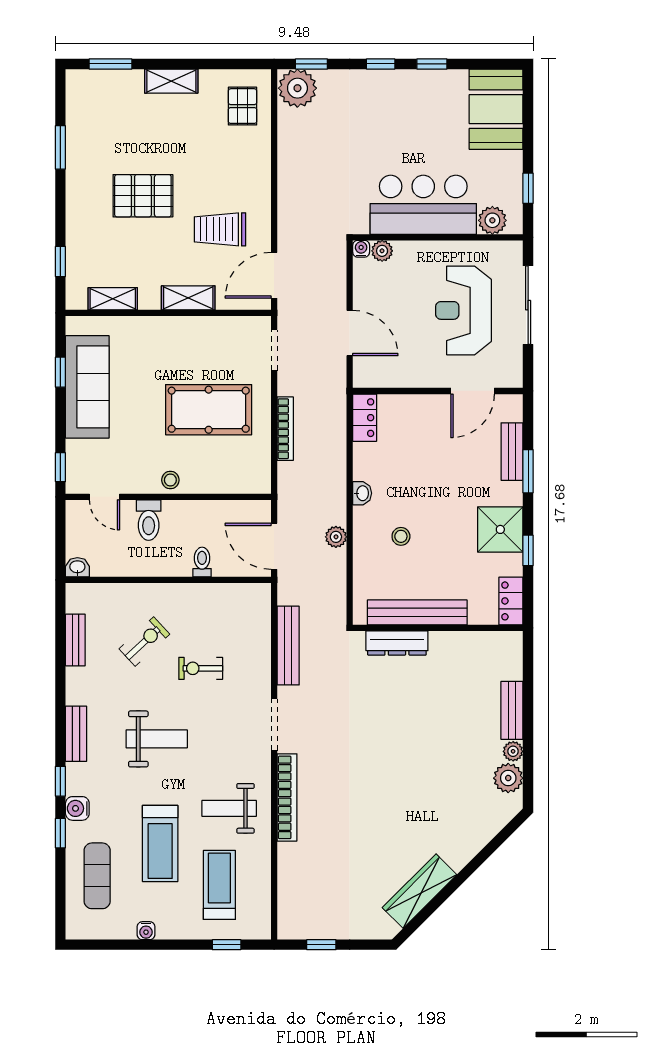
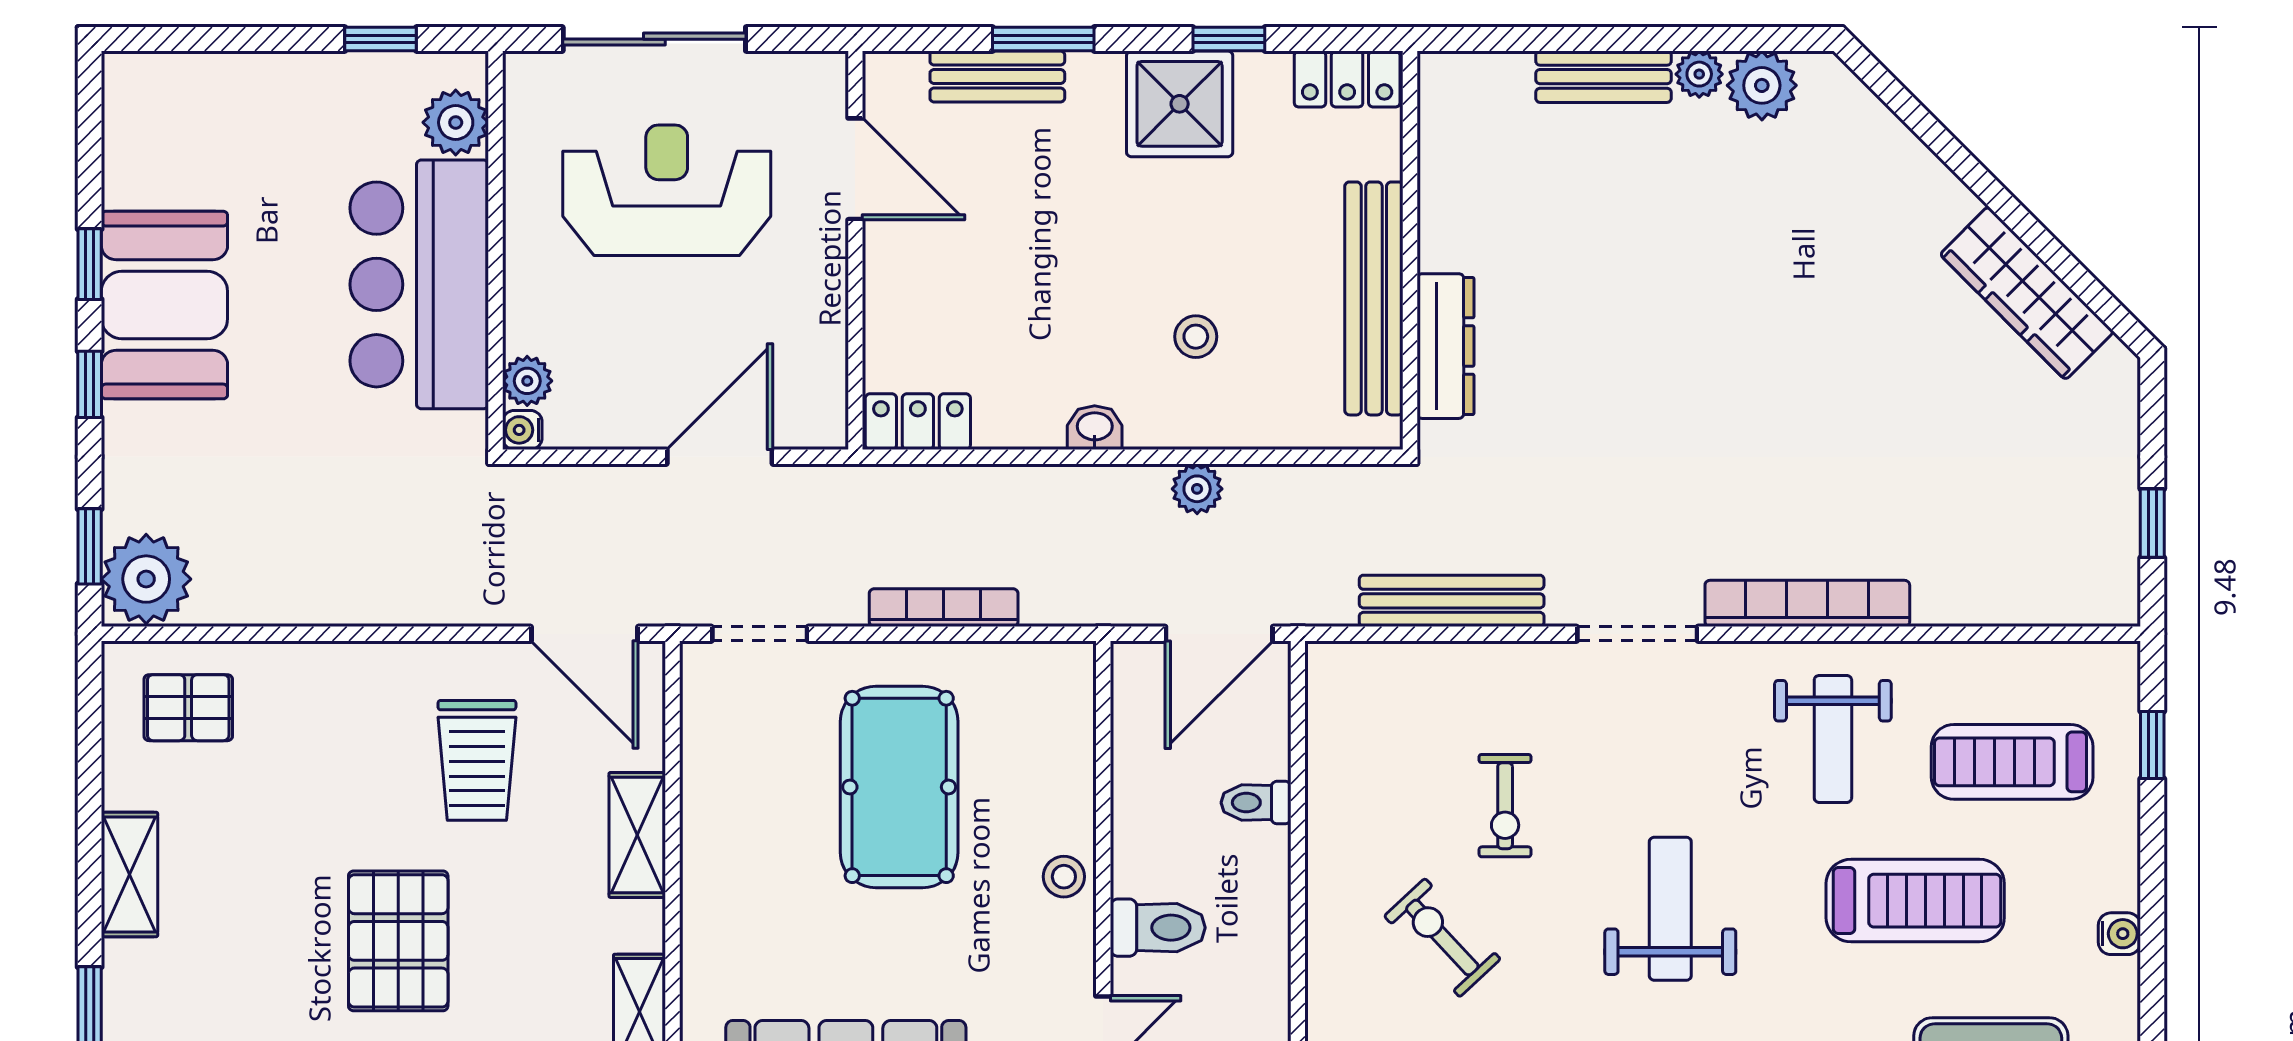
booth: (496, 109) -> (164, 305), moved, turned 90
reception desk: (463, 310) -> (667, 190), turned 180

